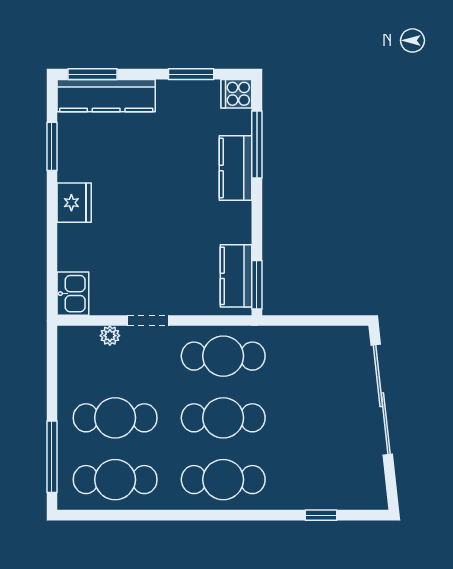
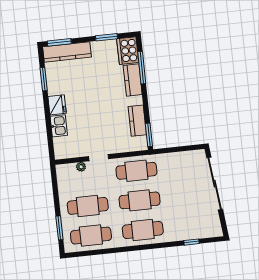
cooker: (236, 94) -> (128, 51), width x1.87, depth x1.31
kitchen counter: (236, 276) -> (137, 121), moved
kitchen sink: (73, 294) -> (59, 126), moved
window: (52, 457) -> (59, 228), width x0.69

